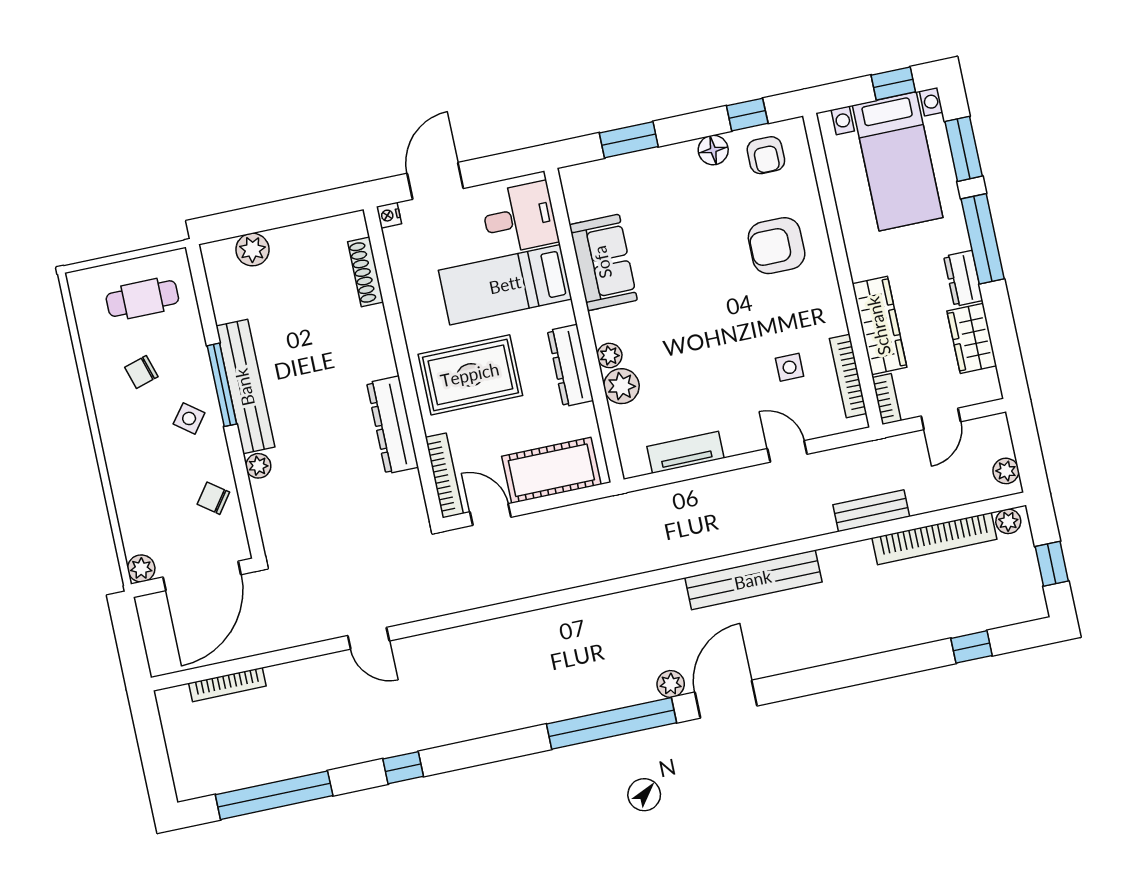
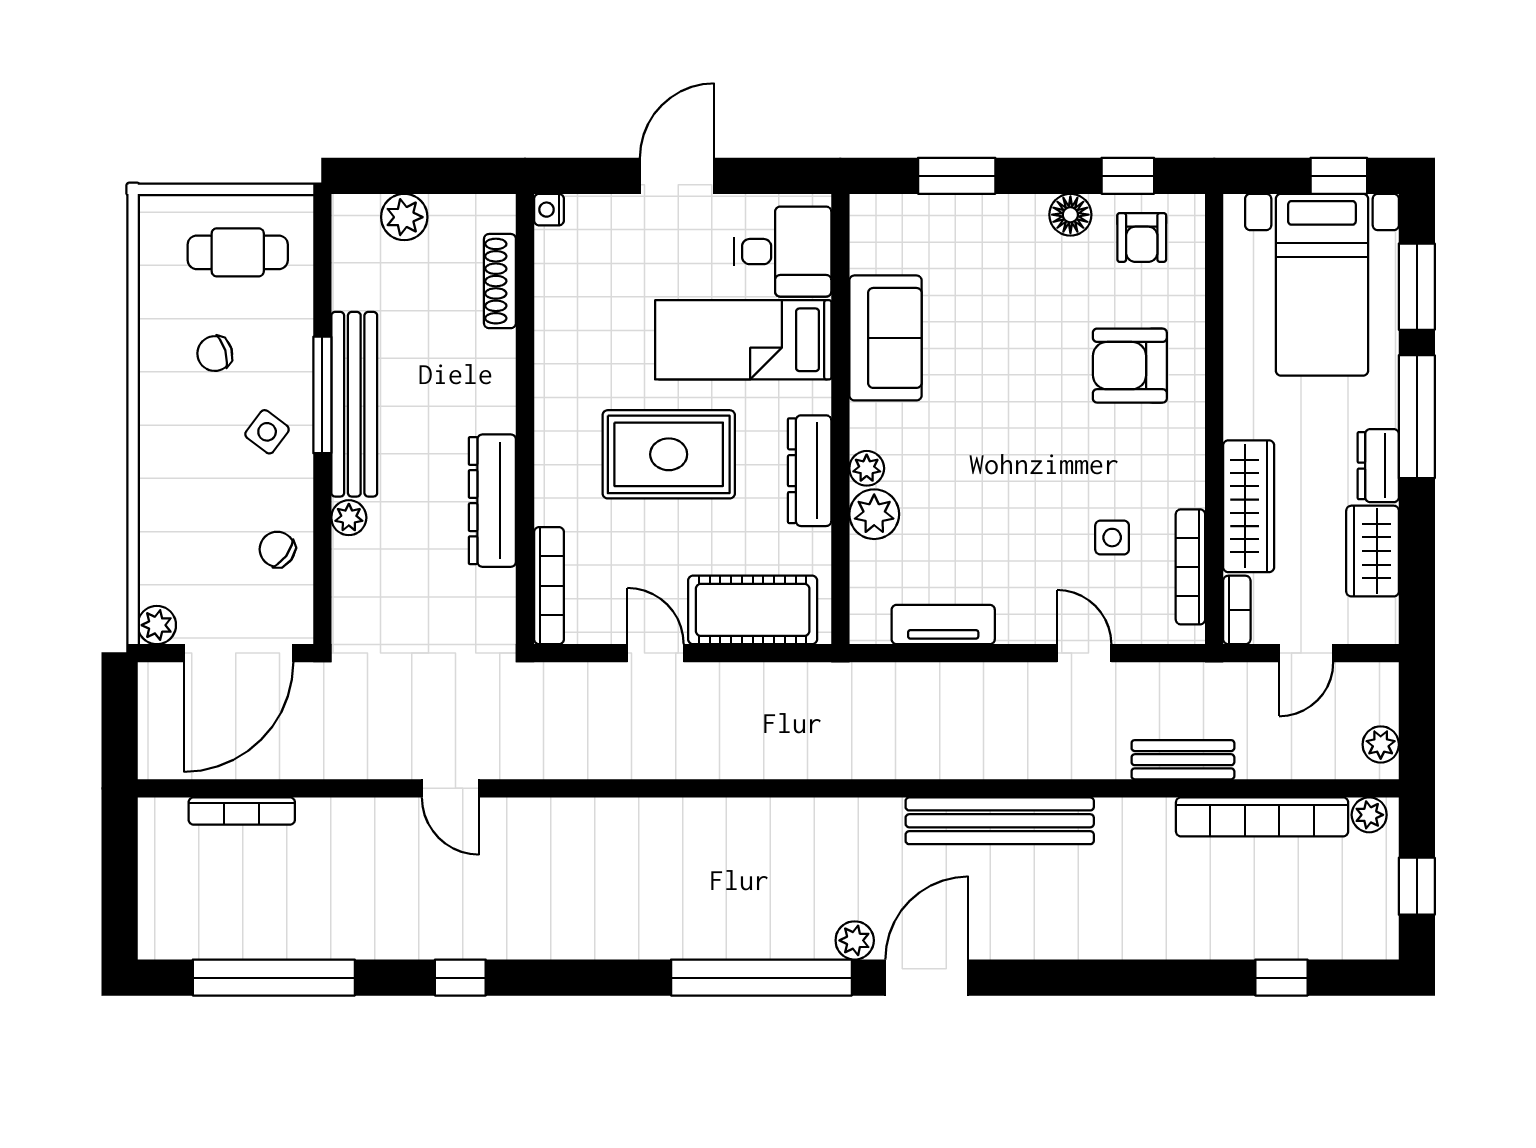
nightstand: (389, 215) -> (549, 210), moved
shoe rack: (366, 272) -> (500, 281), moved
wall: (403, 364) -> (525, 419), moved
dresser: (393, 425) -> (492, 501), moved
bookcase: (444, 475) -> (549, 586), moved

